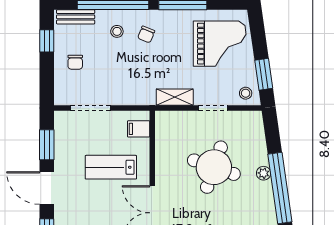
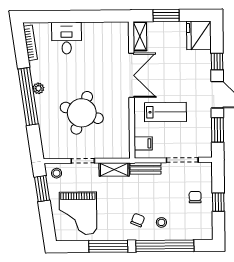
bench: (76, 17) -> (146, 168), moved
window: (47, 41) -> (218, 202), moved
grand piano: (220, 44) -> (78, 213), turned -90
plant: (264, 173) -> (38, 88), moved

